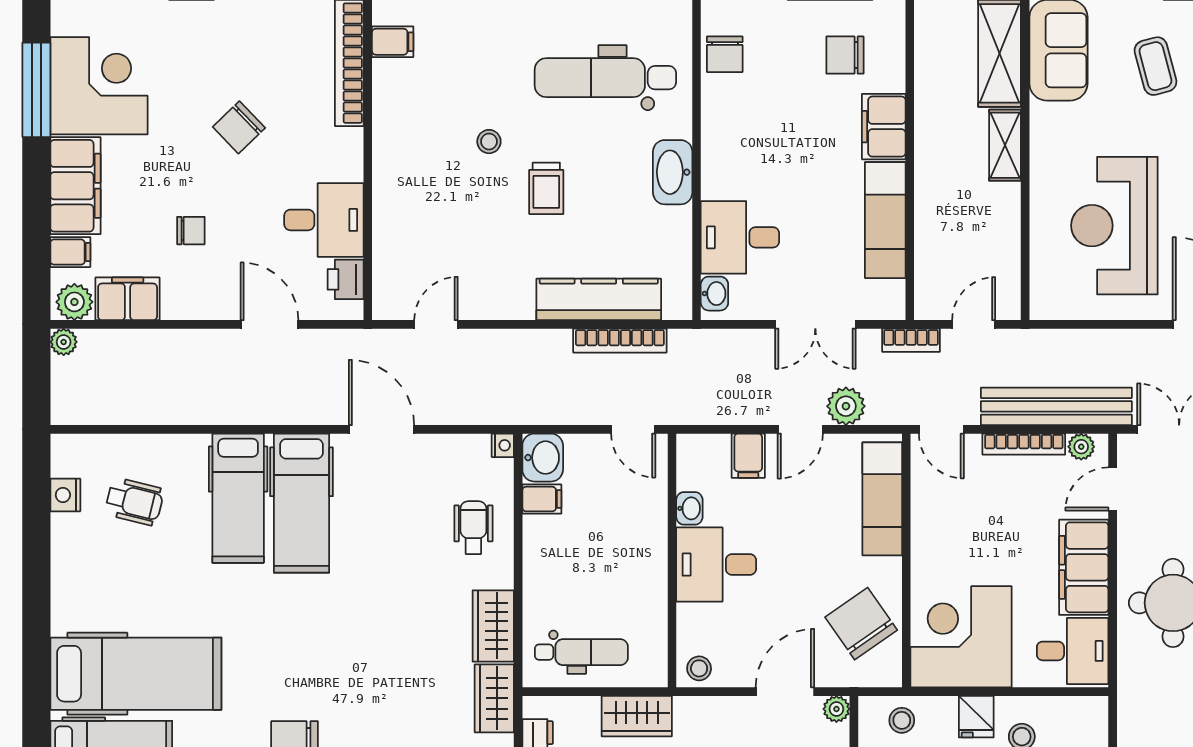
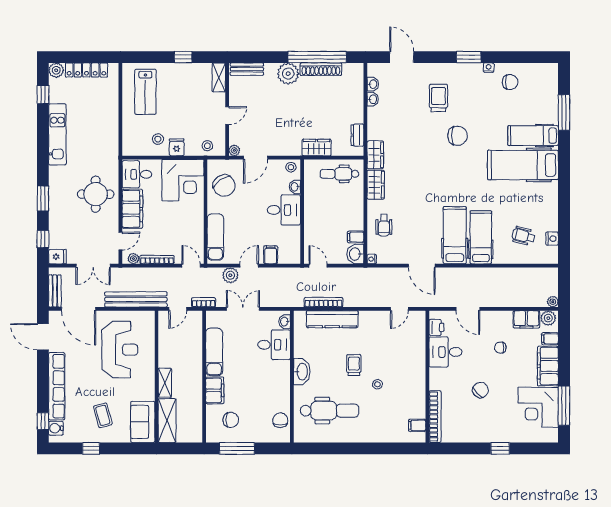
bench: (1056, 406) -> (136, 299), moved
washbasin: (689, 508) -> (295, 187), moved

